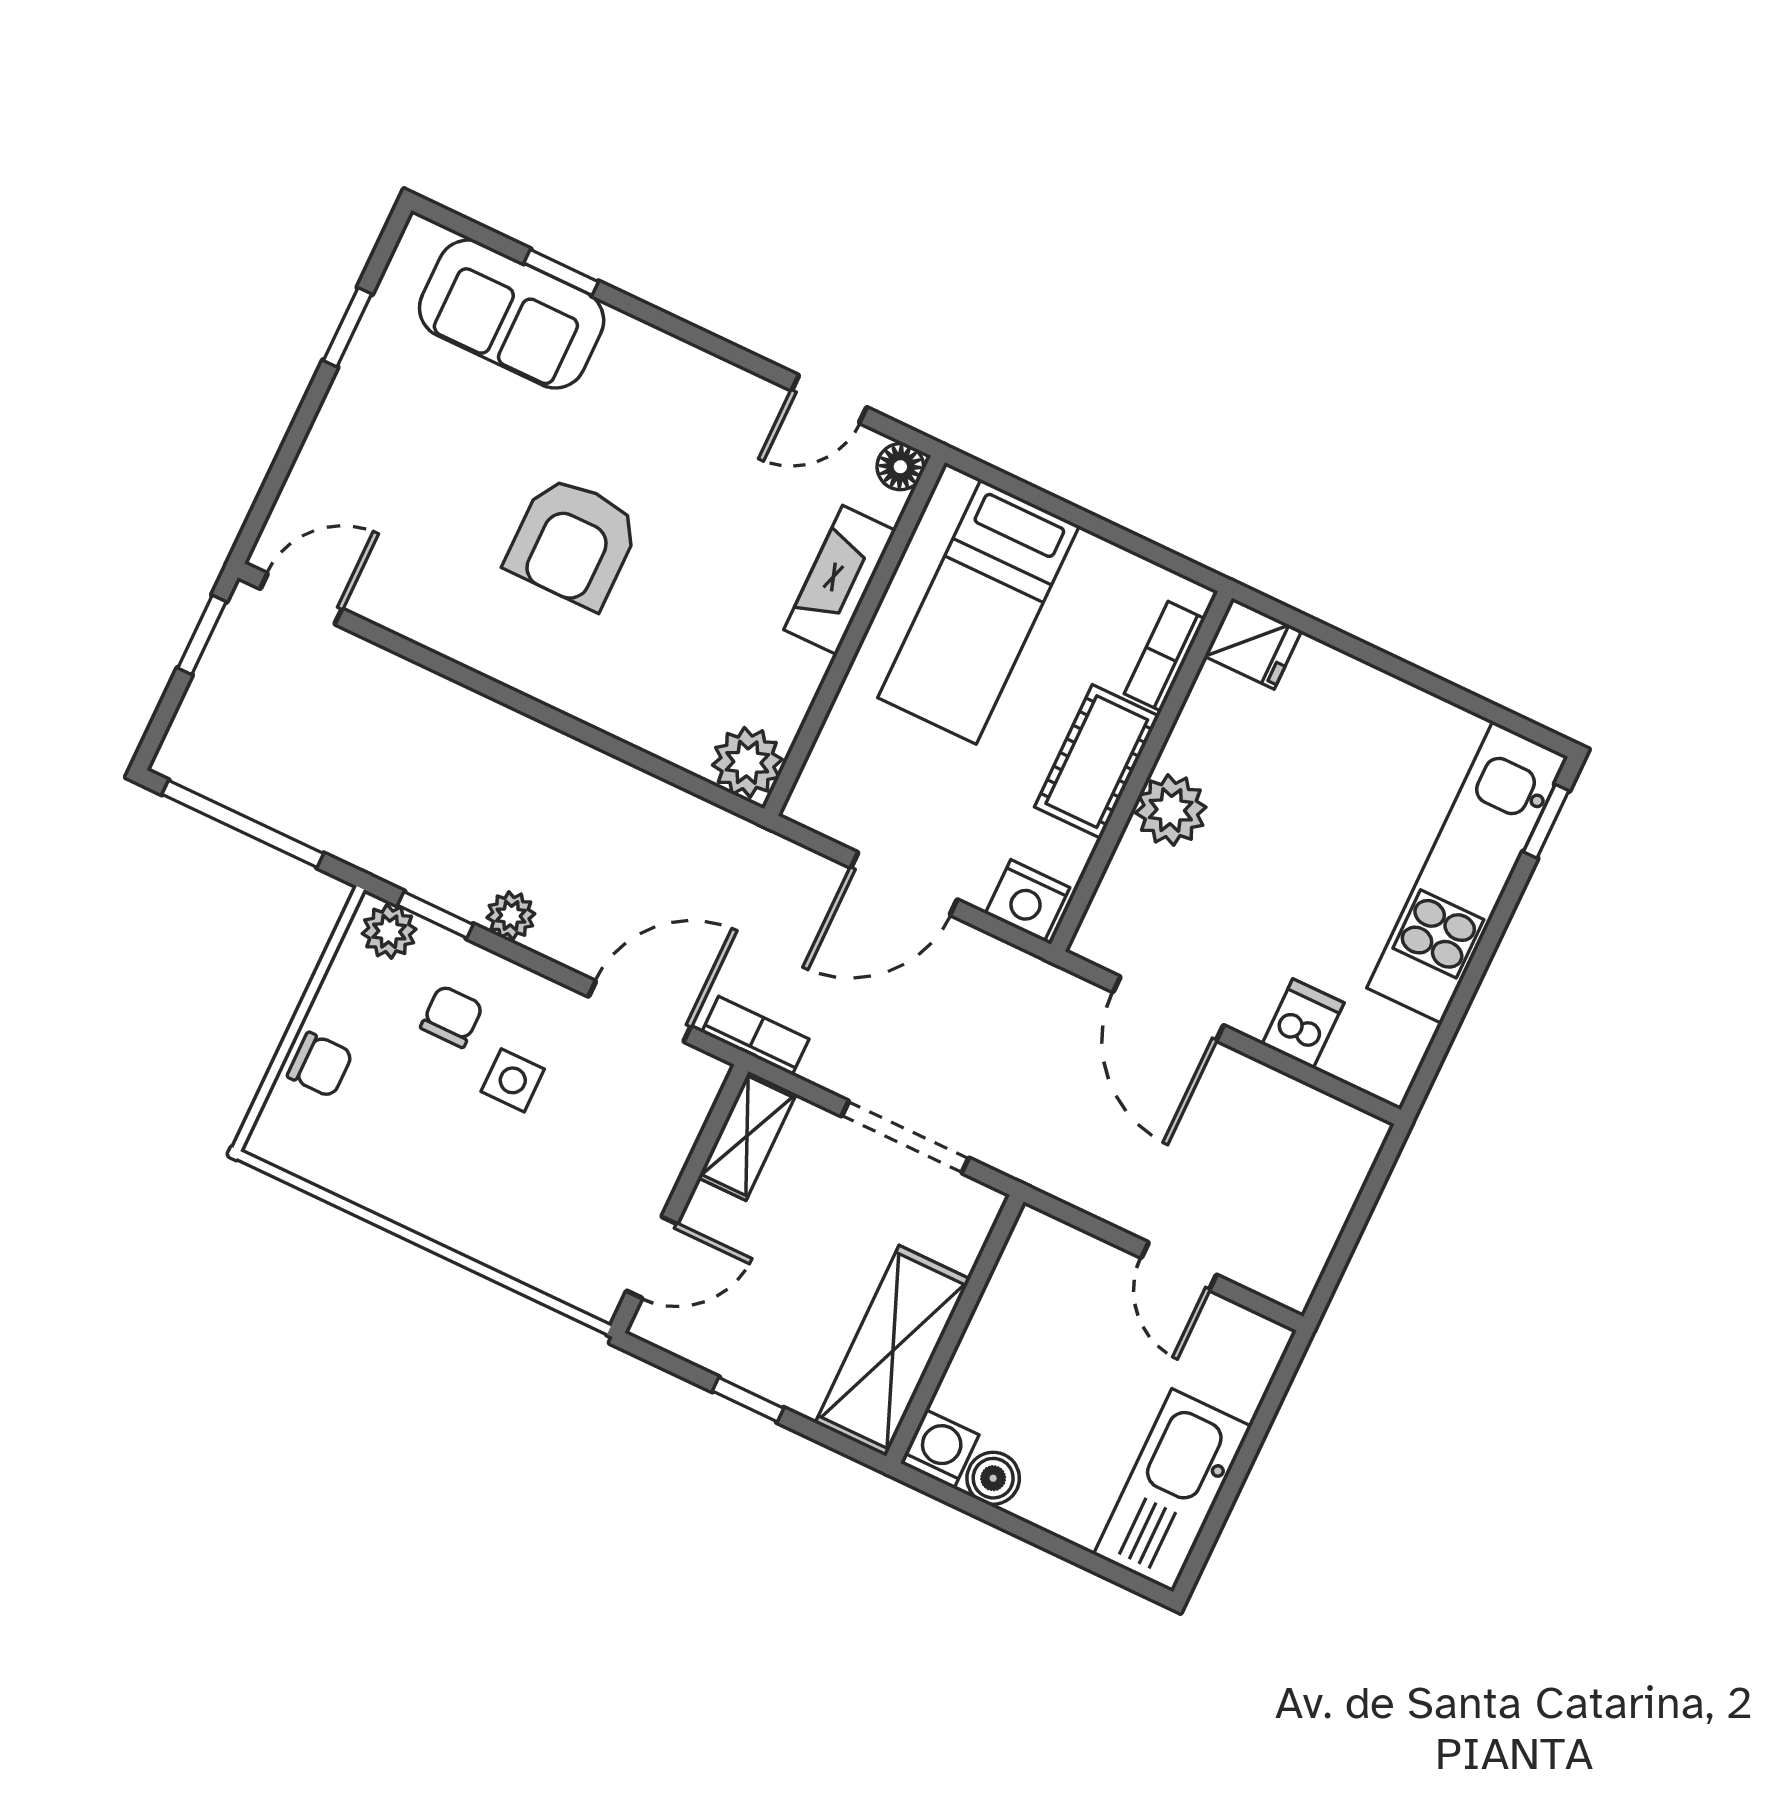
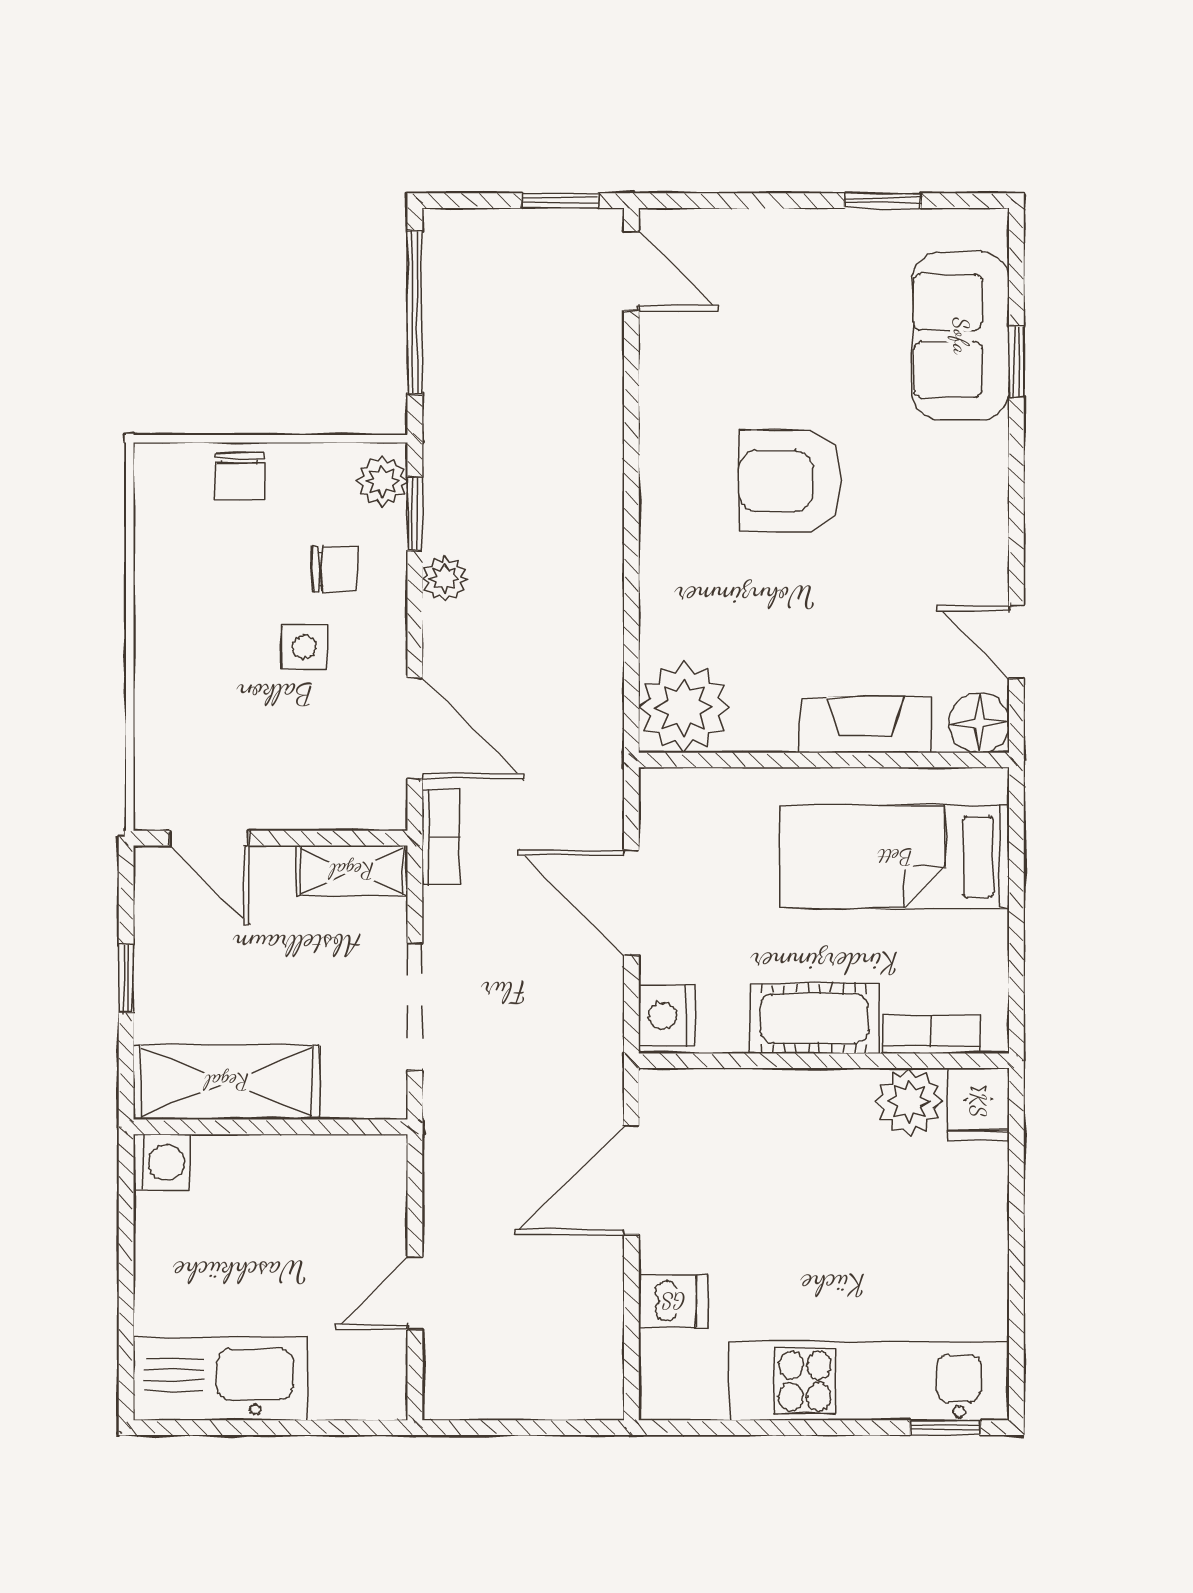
floor lamp: (900, 467) -> (979, 723), width x1.37, depth x1.37
plant: (747, 762) -> (684, 707), width x1.36, depth x1.36
plant: (1171, 810) -> (909, 1102), moved
boiler: (993, 1478) -> (158, 1220), removed

